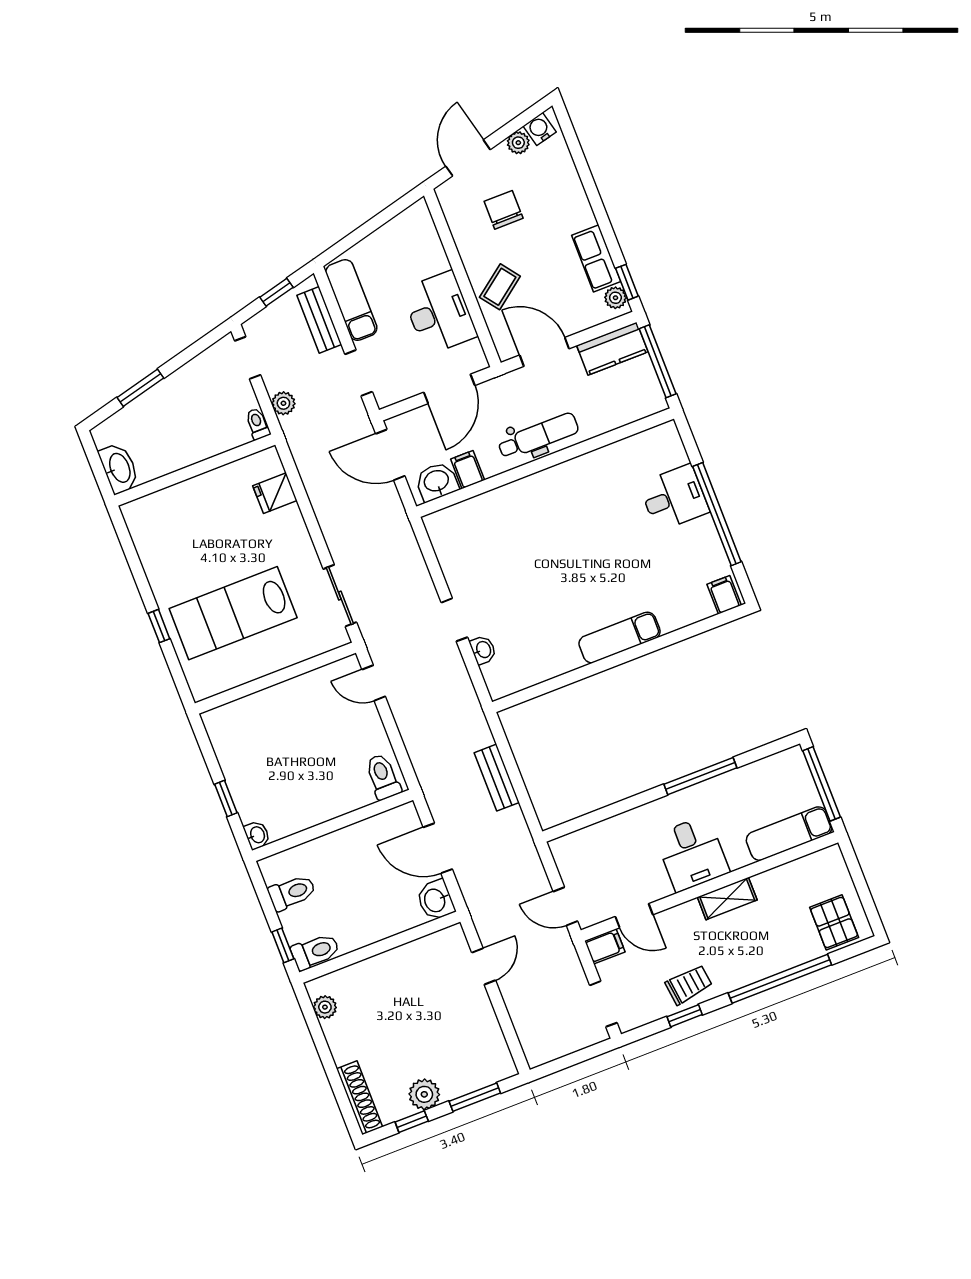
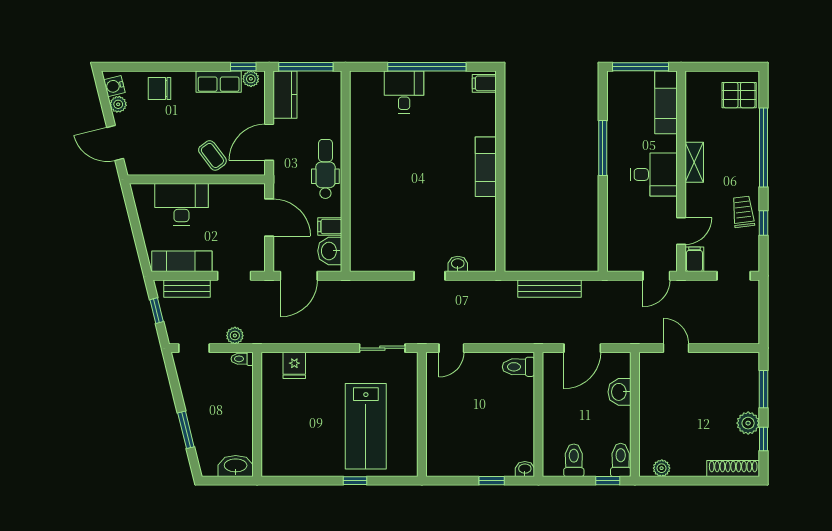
chair: (504, 210) -> (160, 89), moved
desk: (439, 313) -> (181, 204), moved
bench: (497, 778) -> (549, 289), width x1.36
washbasin: (436, 900) -> (619, 392), moved, turned 90

